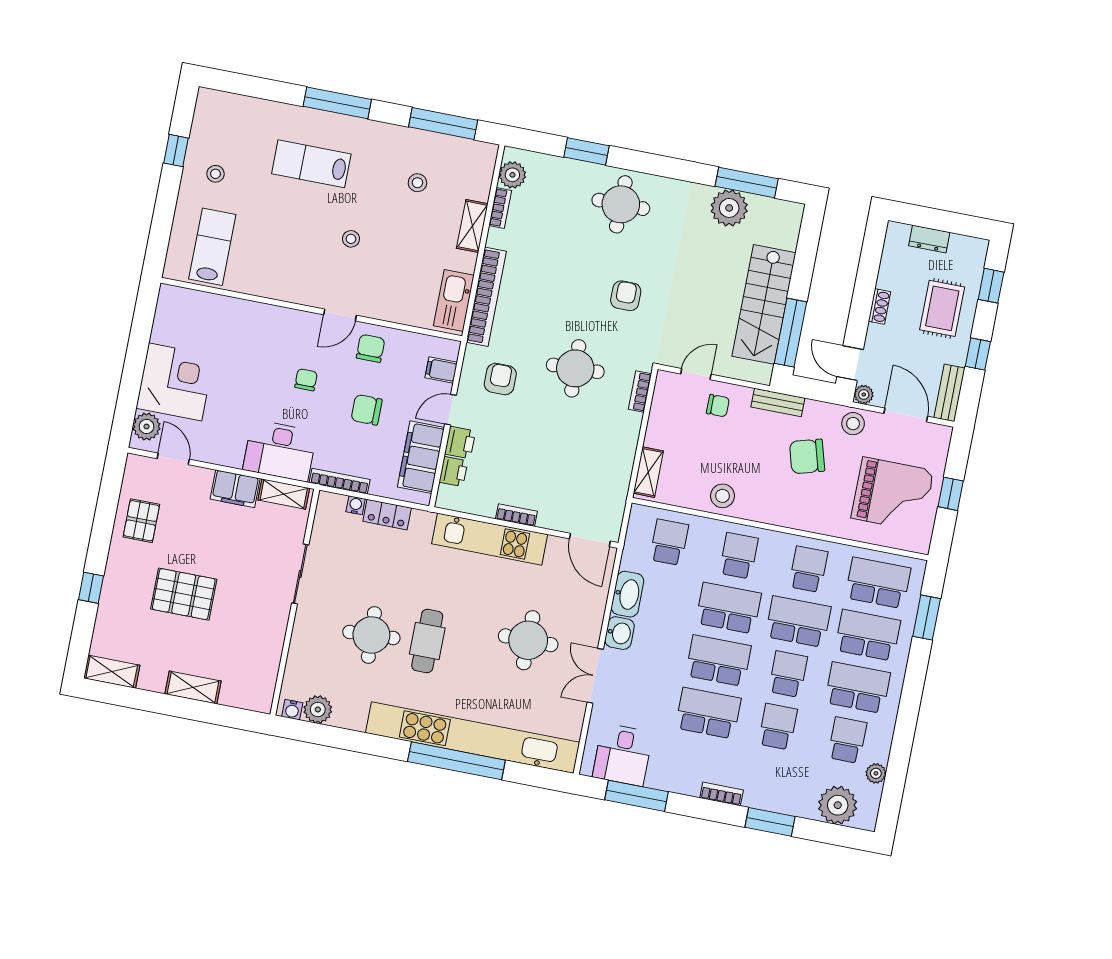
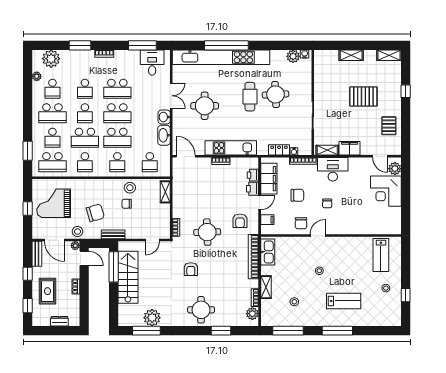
chair: (718, 406) -> (127, 204), moved
school desk: (868, 635) -> (52, 138), width x0.54

